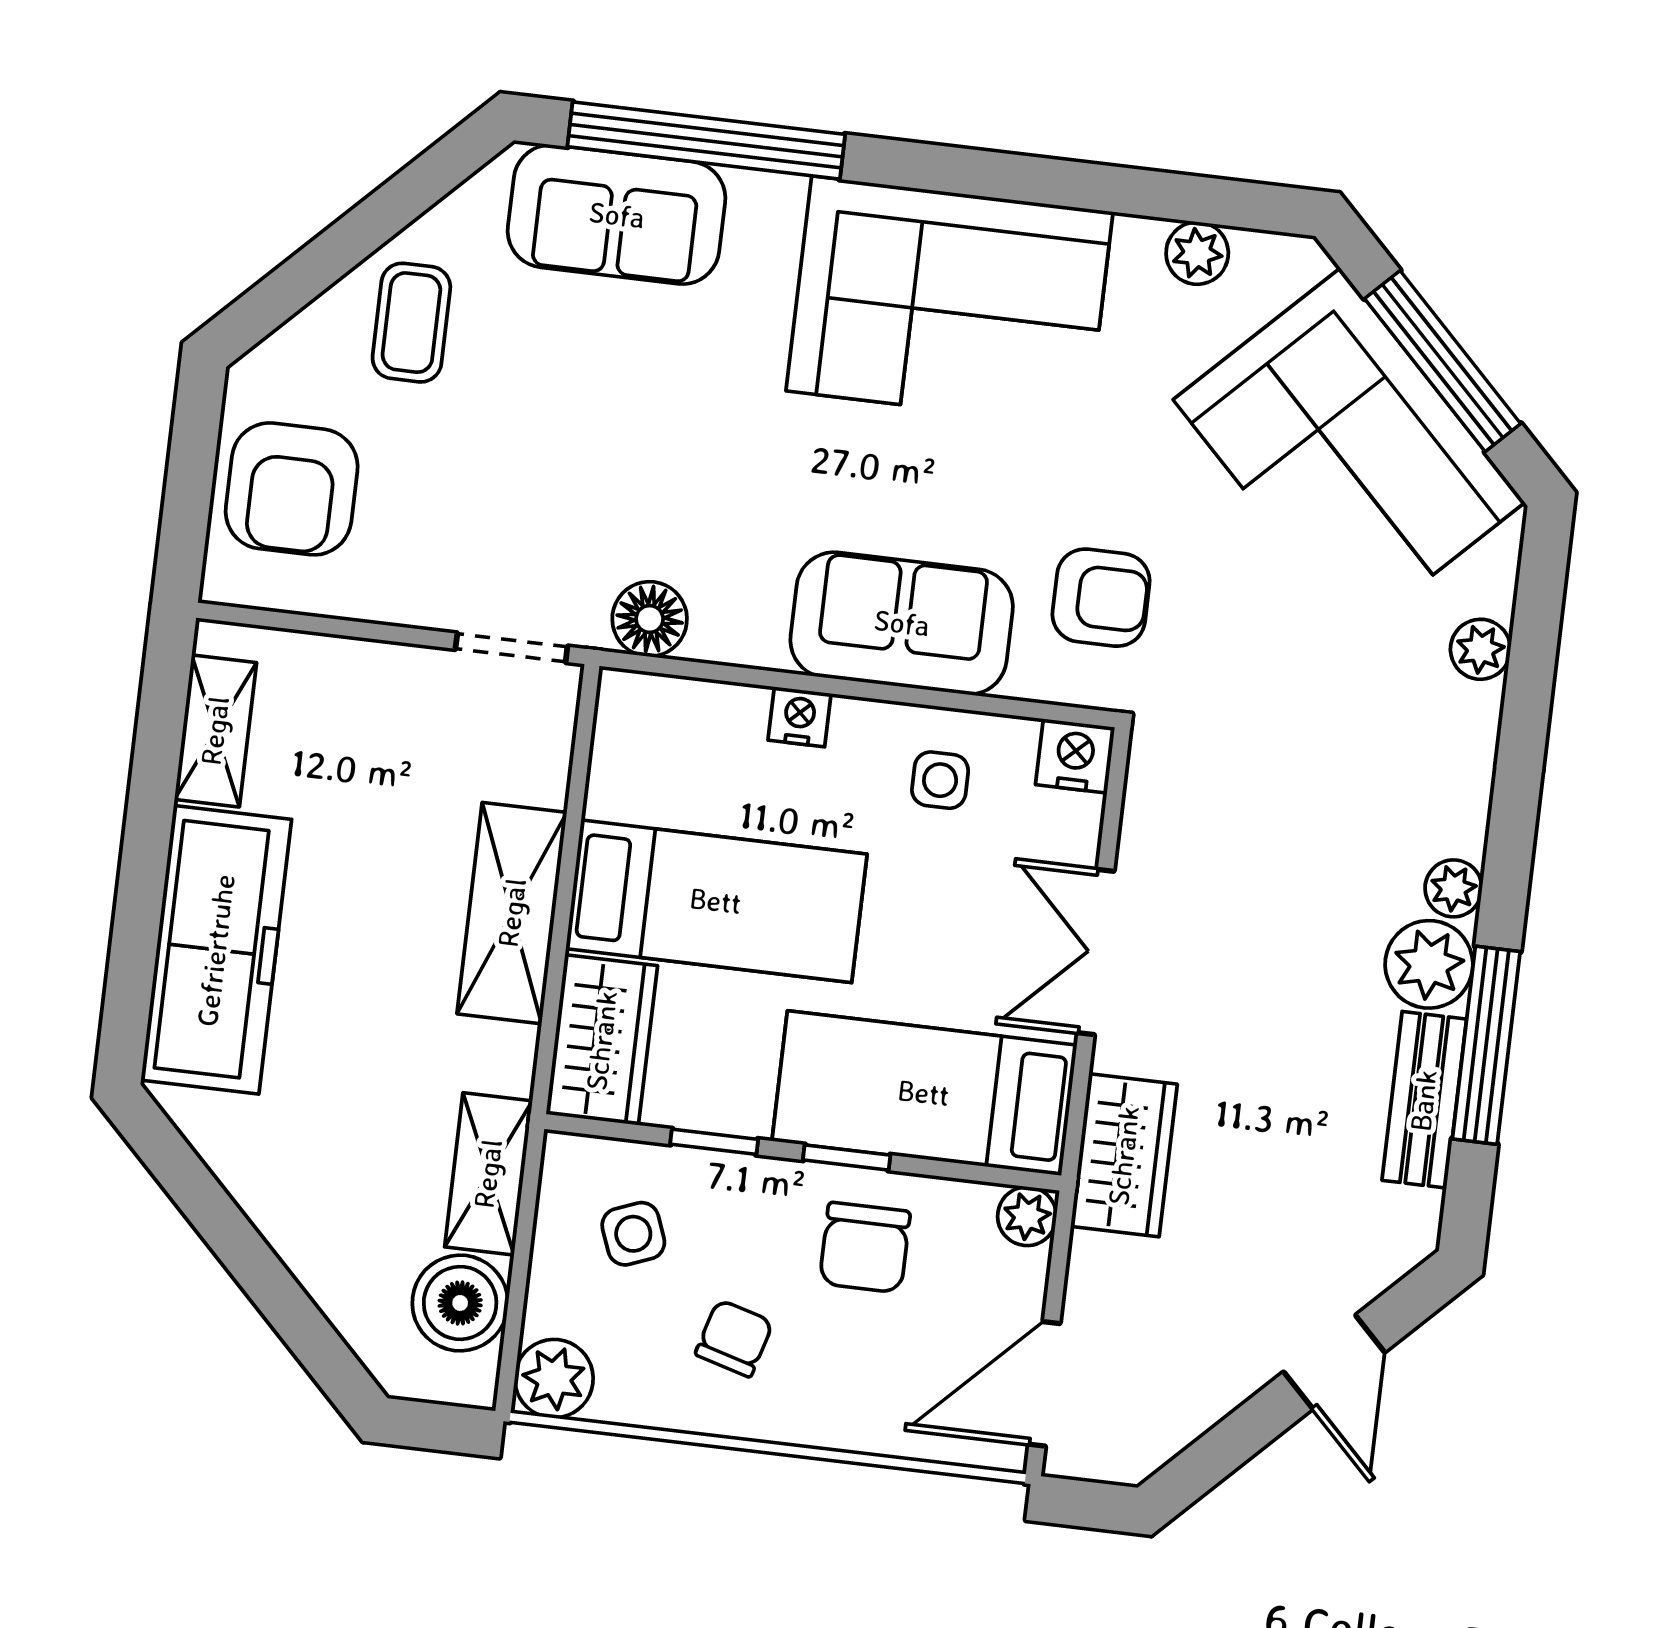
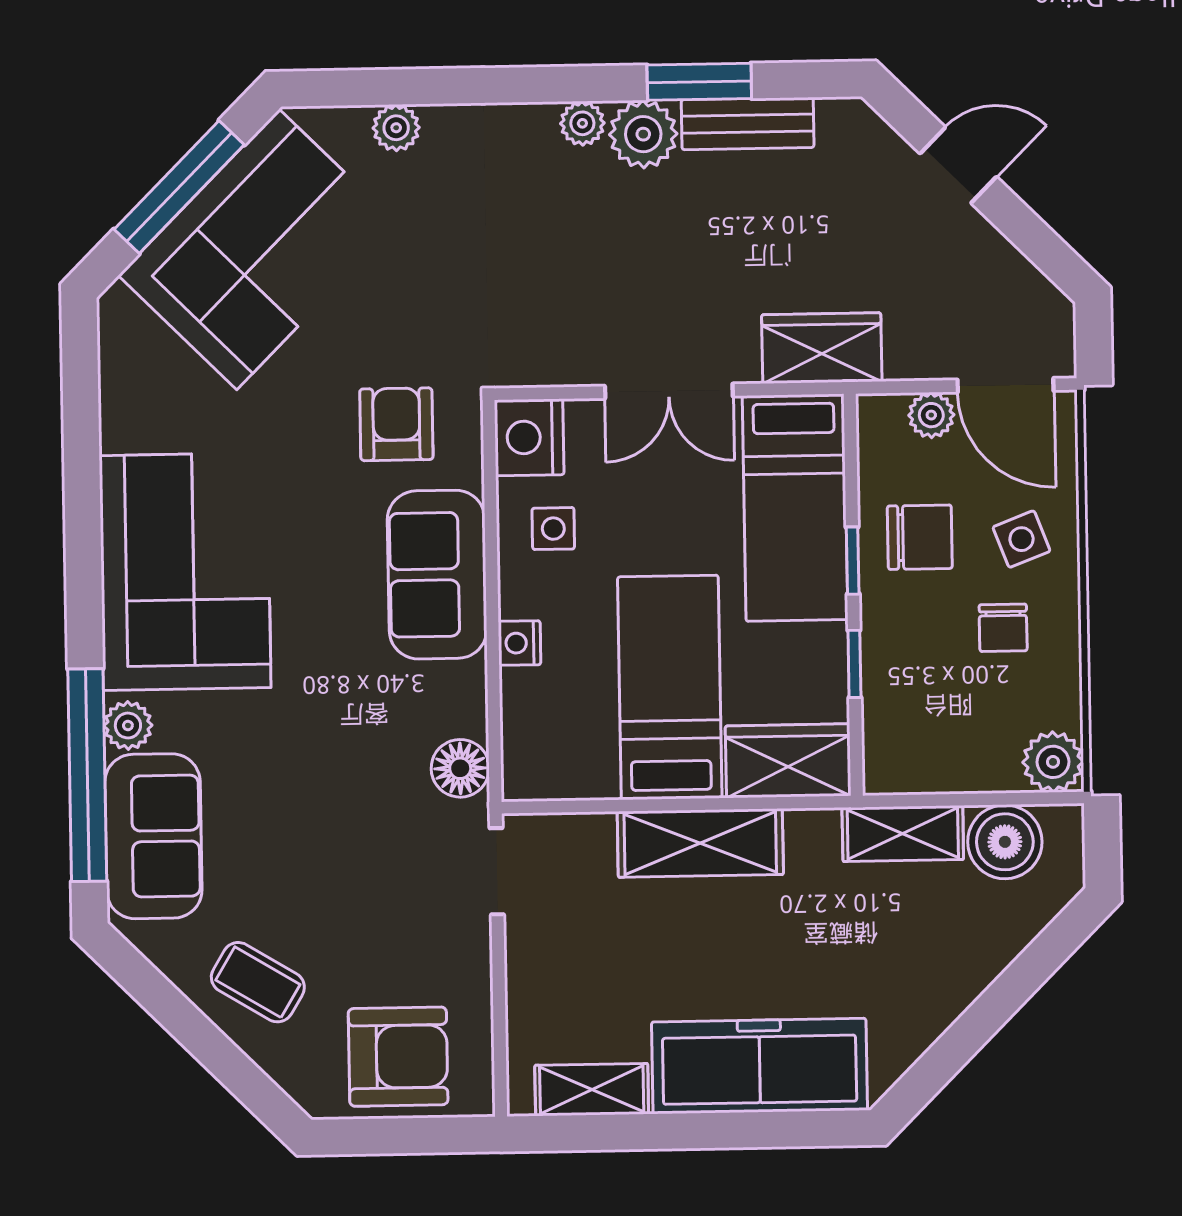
plant: (1197, 253) -> (128, 725), moved
coffee table: (411, 323) -> (258, 982), turned 31
nightstand: (1075, 756) -> (529, 437), width x1.36, depth x1.33
window: (1486, 1045) -> (699, 82), width x0.69
plant: (1027, 1216) -> (931, 415), moved
side table: (633, 1234) -> (1021, 539), moved
chair: (734, 1338) -> (1003, 628), turned -106

